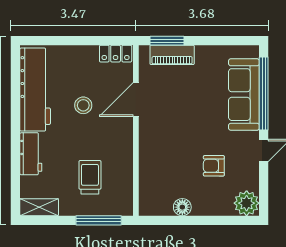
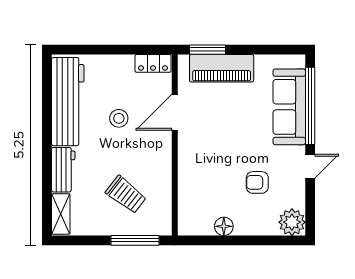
piano: (172, 55) -> (222, 68), width x1.37, depth x1.33
trolley: (90, 177) -> (126, 195), turned 128
shelving: (39, 207) -> (61, 214), moved, turned 90

